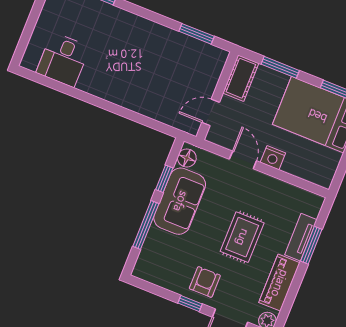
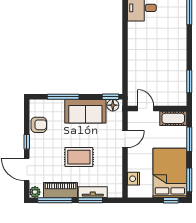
nightstand: (273, 158) -> (134, 179), moved
window: (164, 179) -> (111, 97), moved
armchair: (205, 282) -> (39, 125), moved
window: (291, 297) -> (55, 200), added

